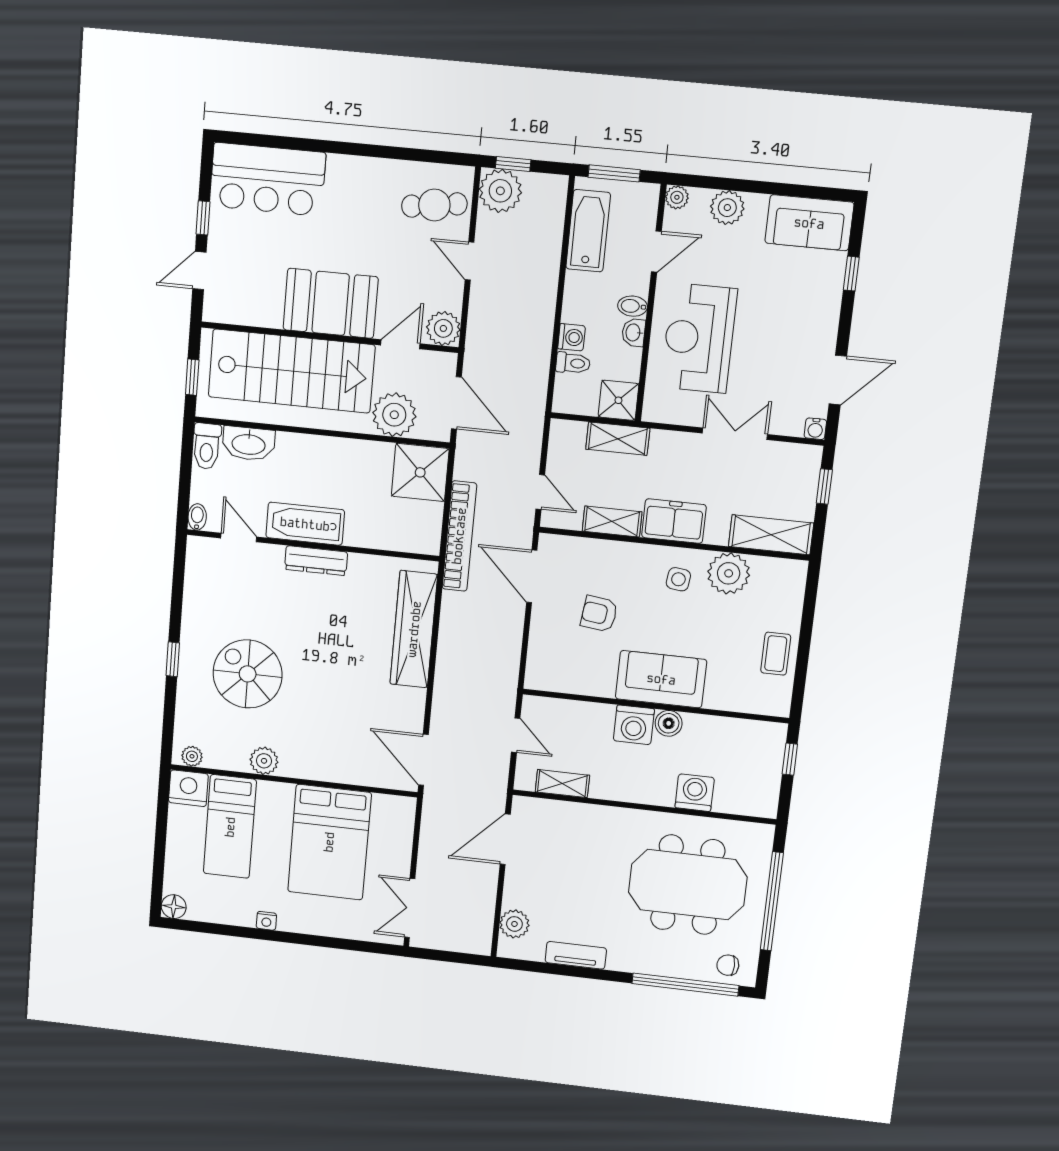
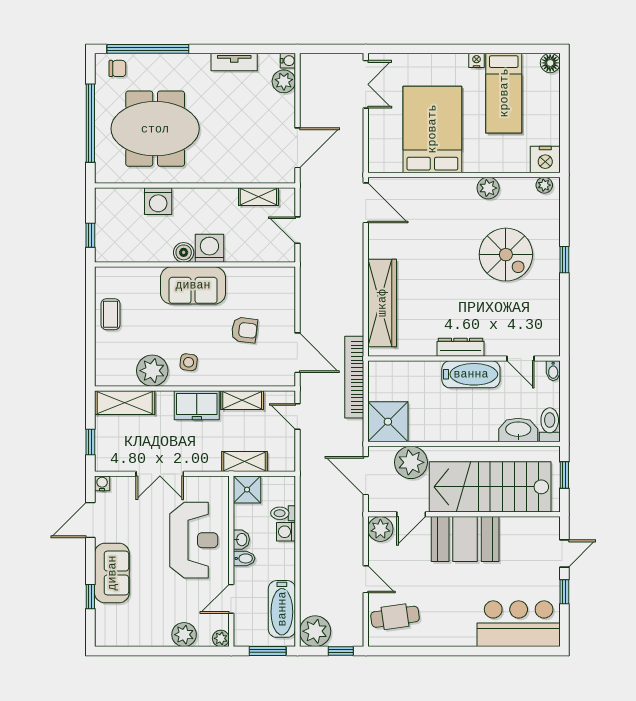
plant: (500, 191) -> (315, 631), moved
sofa: (809, 223) -> (112, 573), moved, turned 90
bed: (230, 827) -> (504, 93), moved, turned 180
water cooler: (507, 949) -> (288, 61), added

